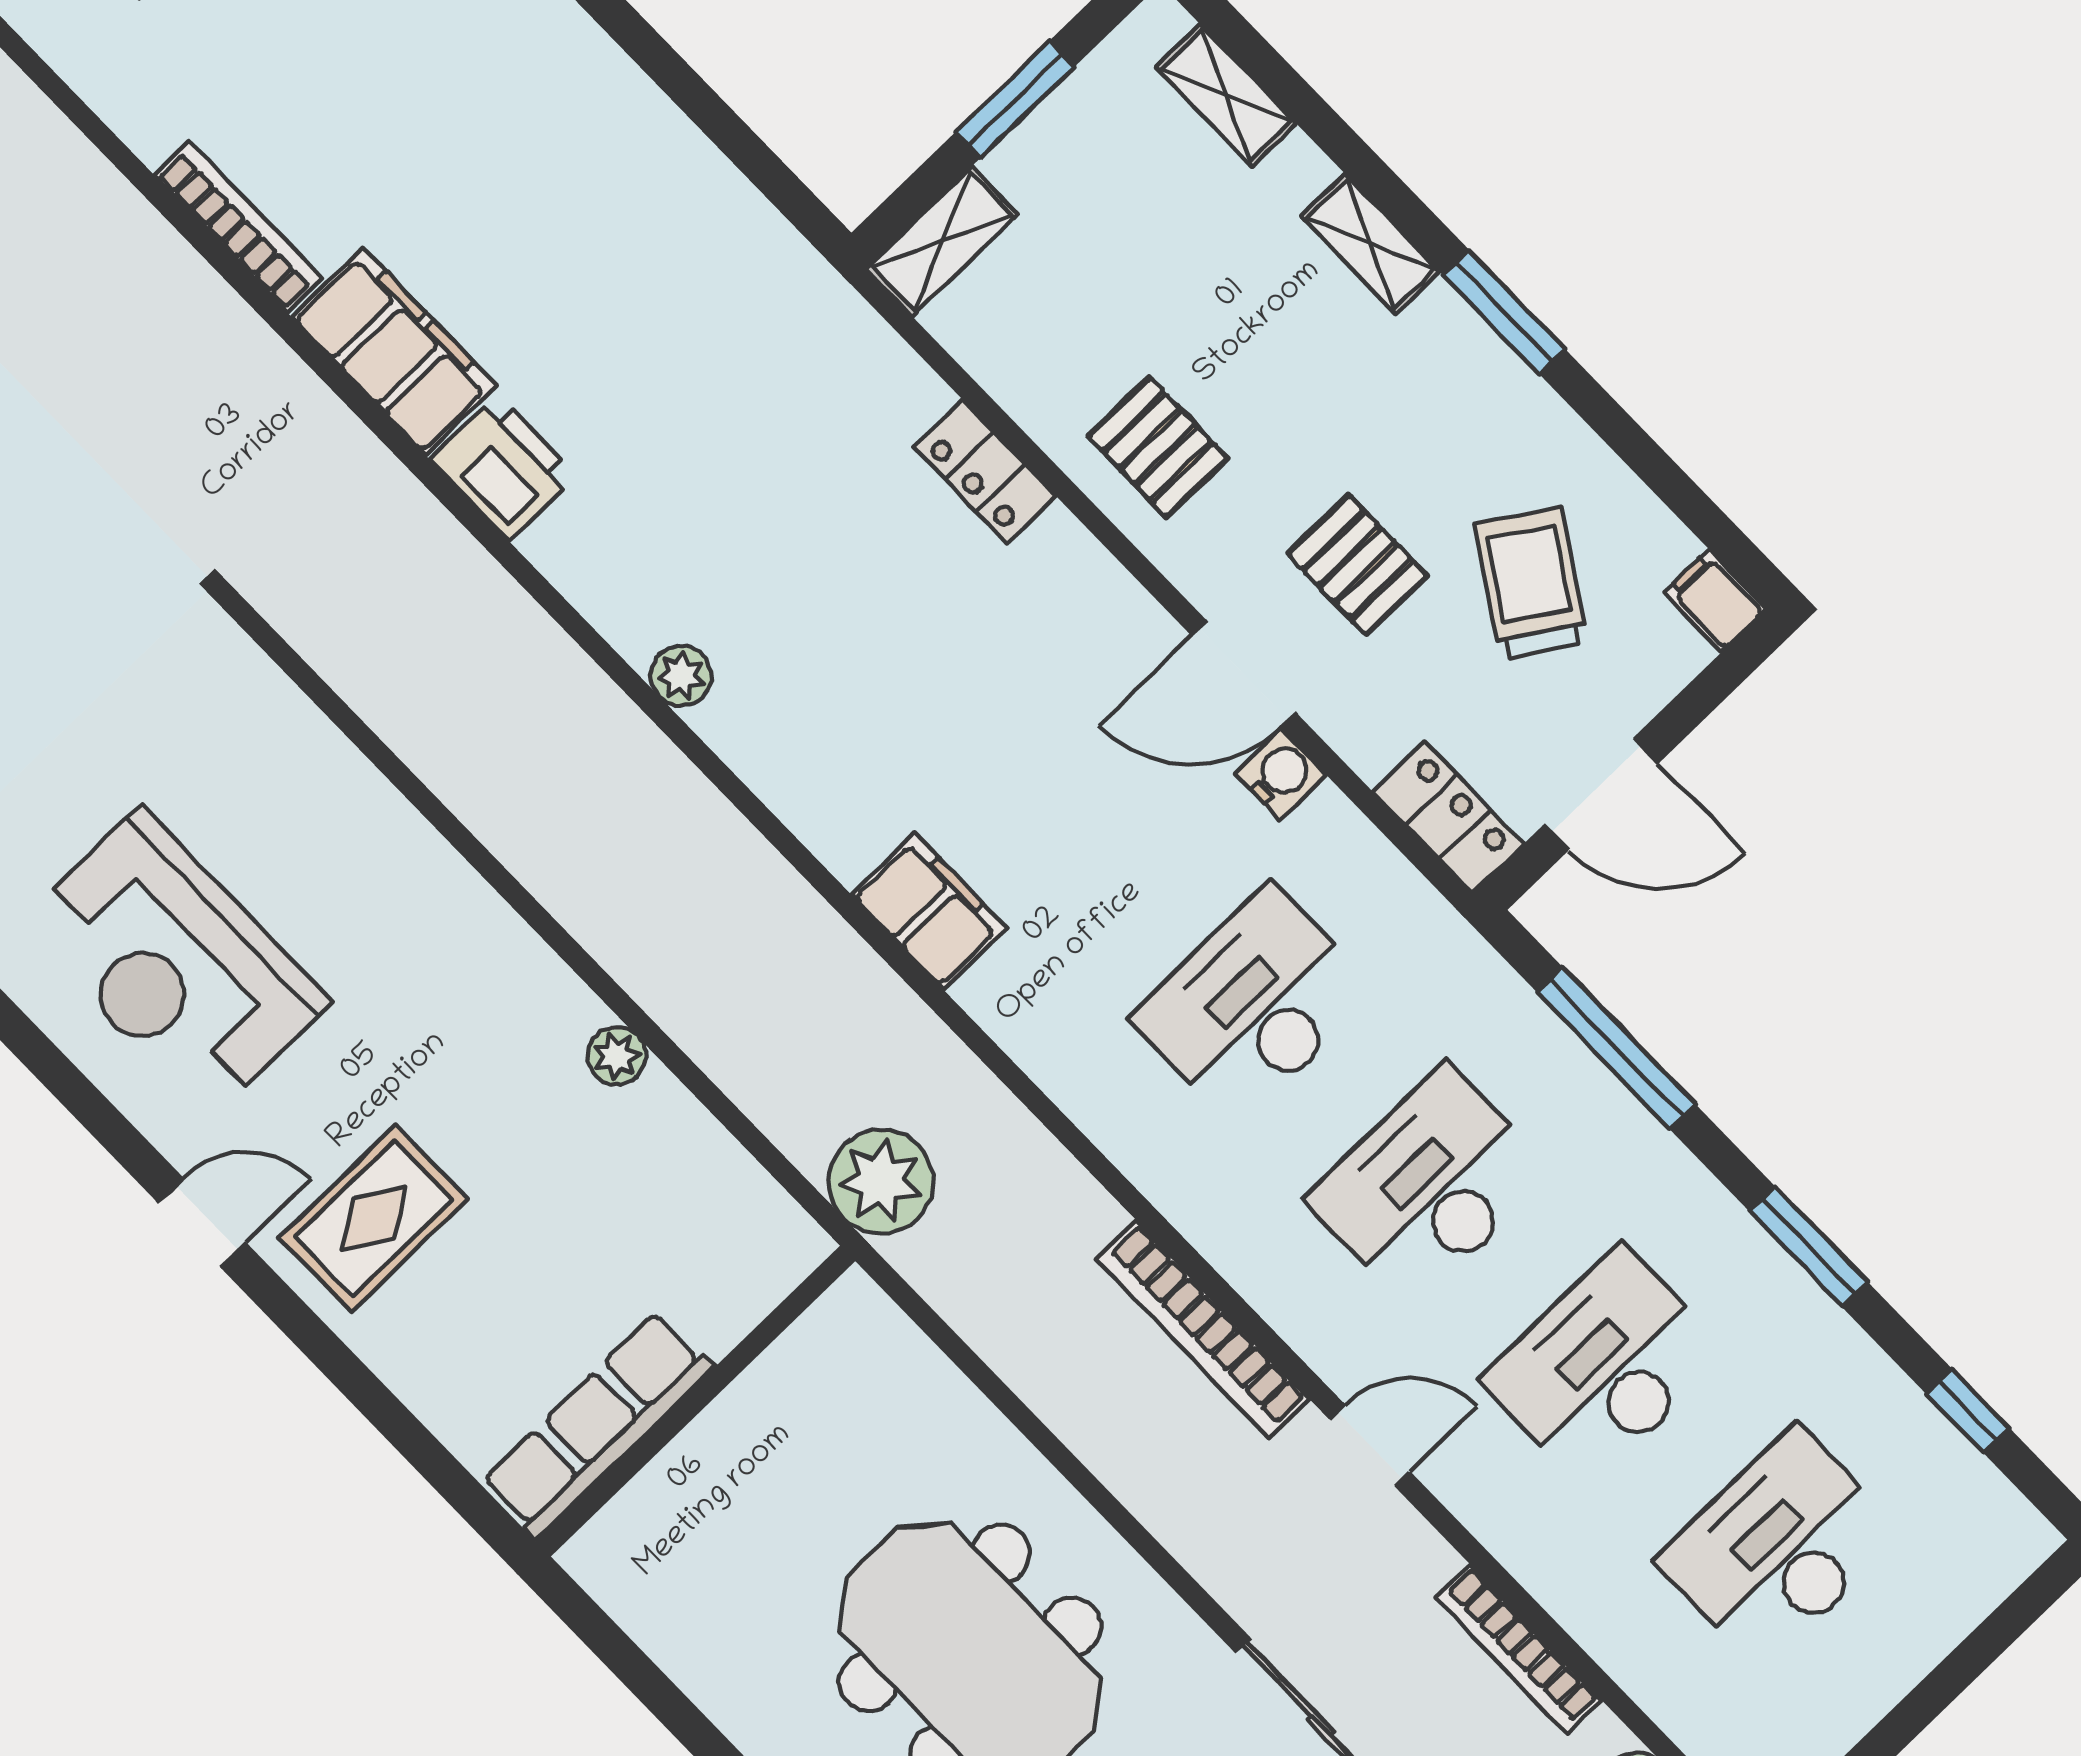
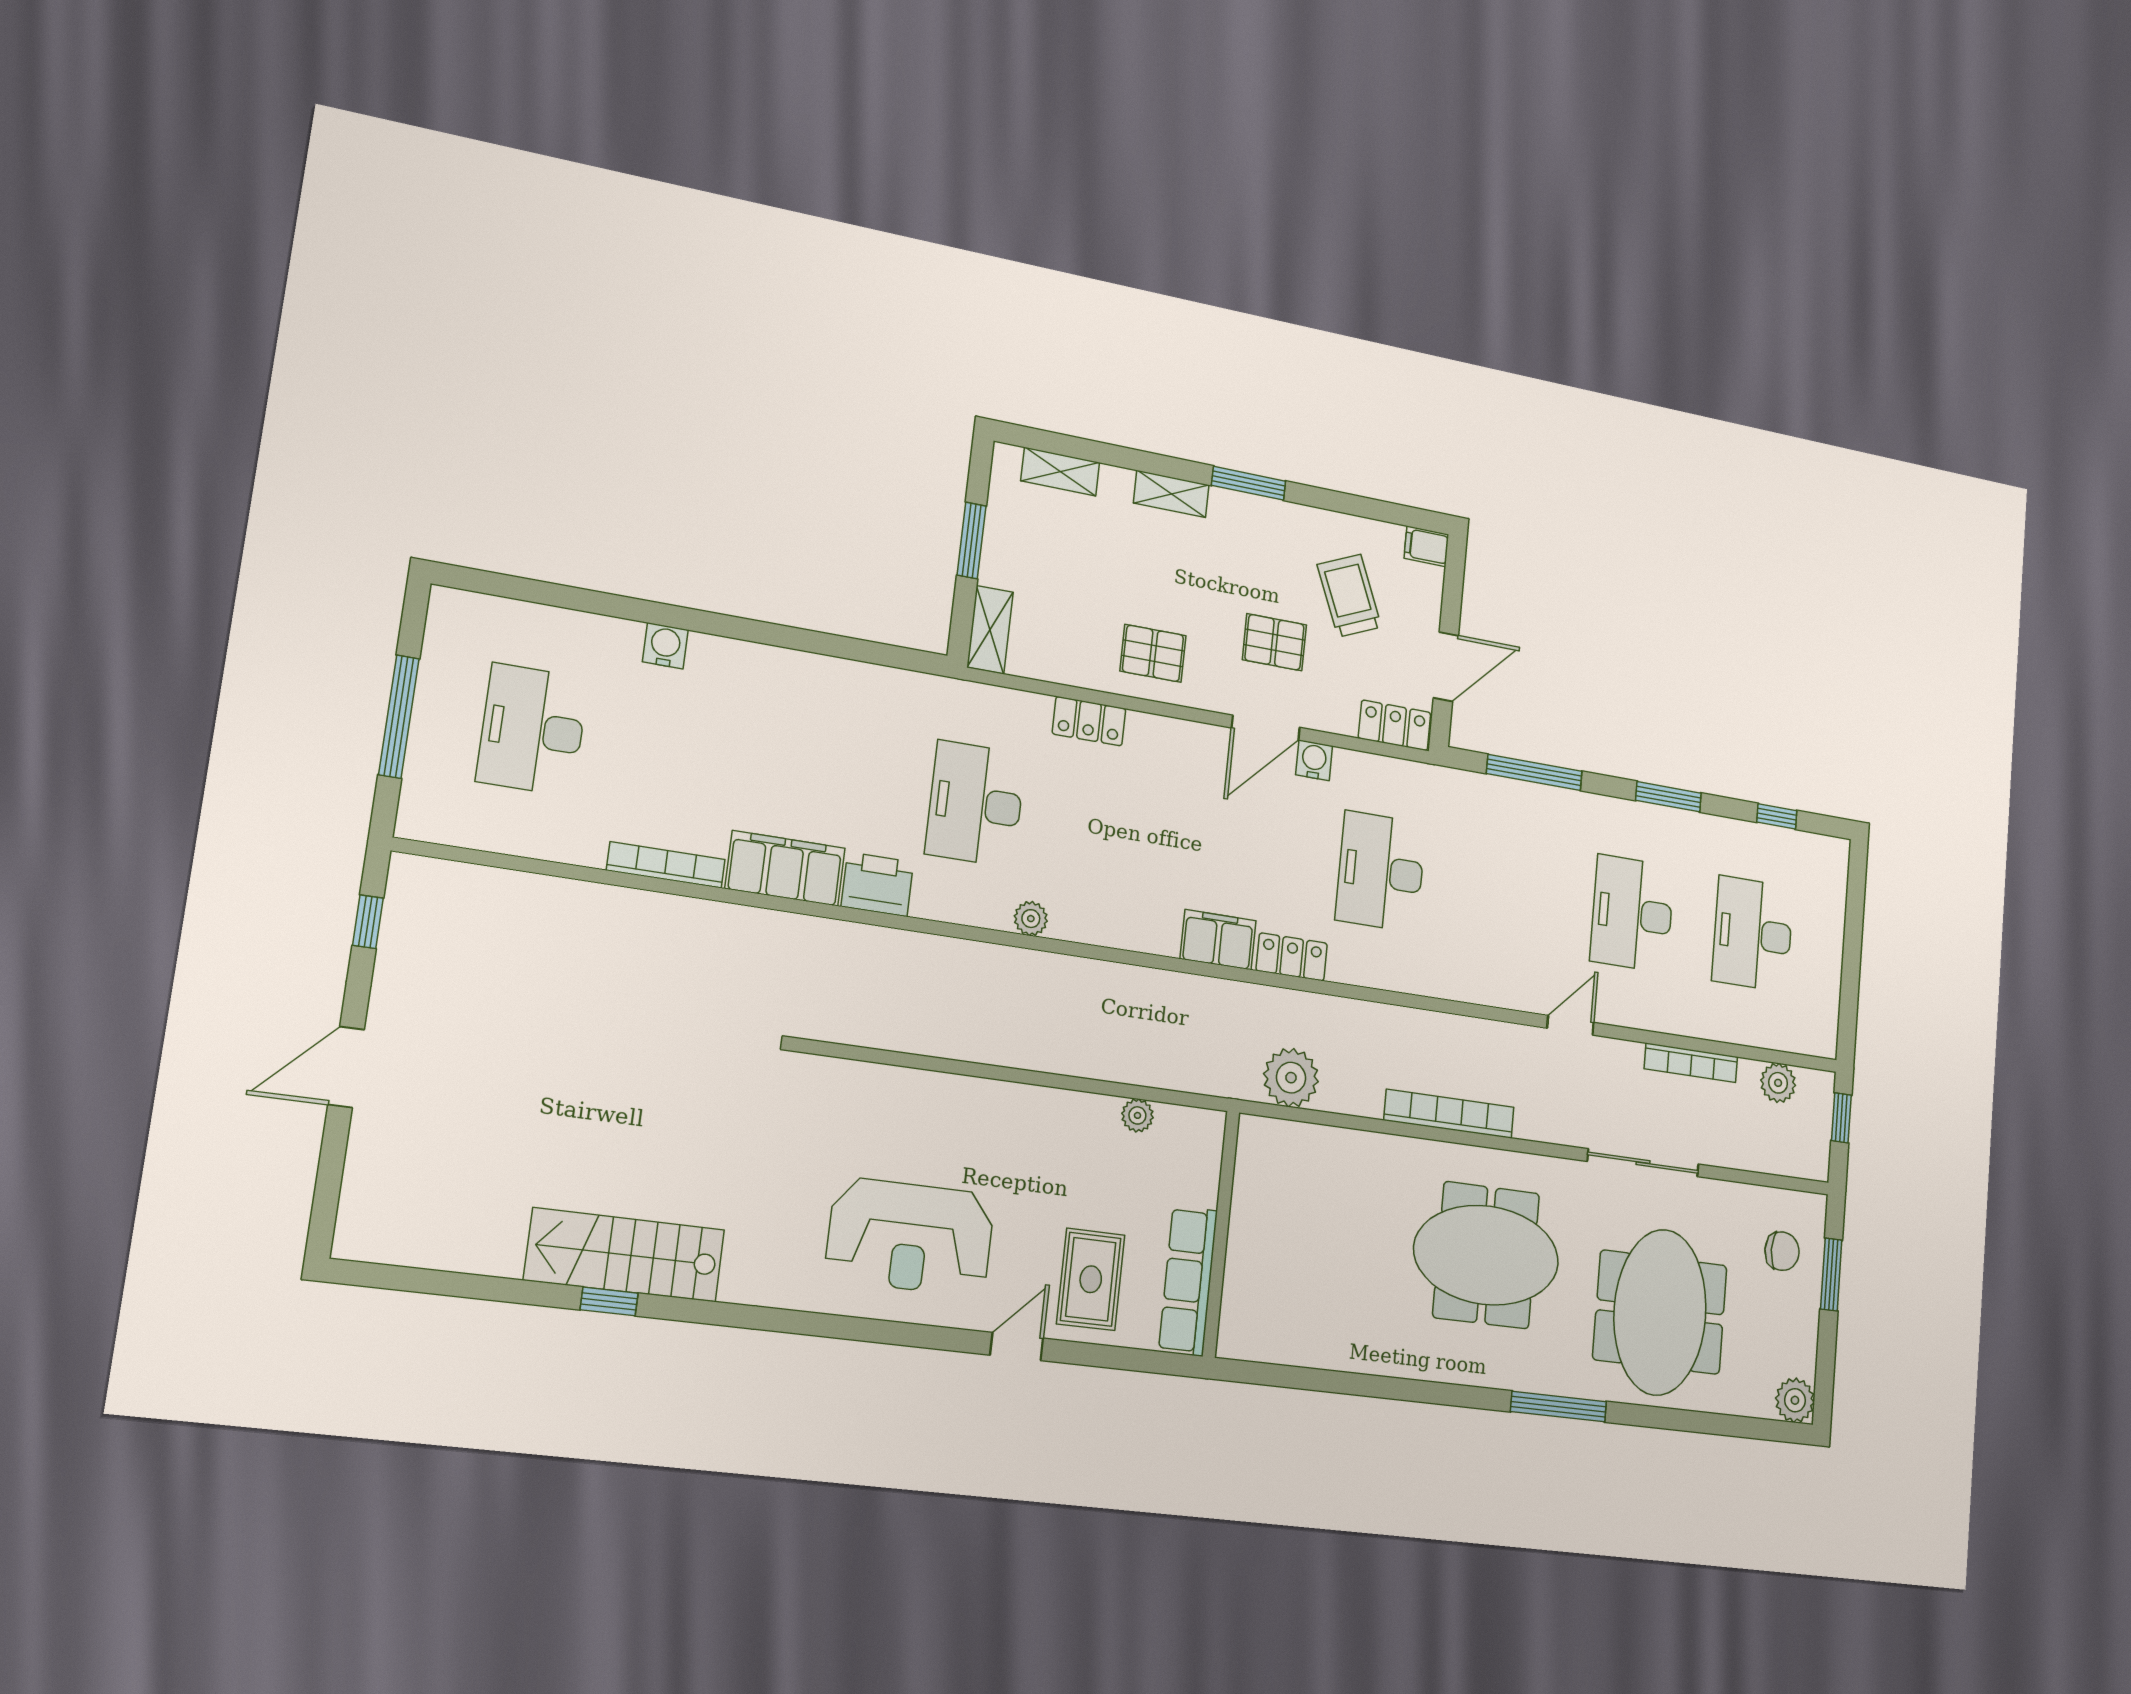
trolley: (1531, 583) -> (1349, 596), turned 34
locker: (1019, 1019) -> (1292, 957), added
desk: (1429, 1186) -> (975, 804), moved
bookcase: (1203, 1329) -> (1449, 1114), moved, turned 180
wall: (696, 1401) -> (1221, 1234), moved
row of seats: (597, 1425) -> (1188, 1281), moved

